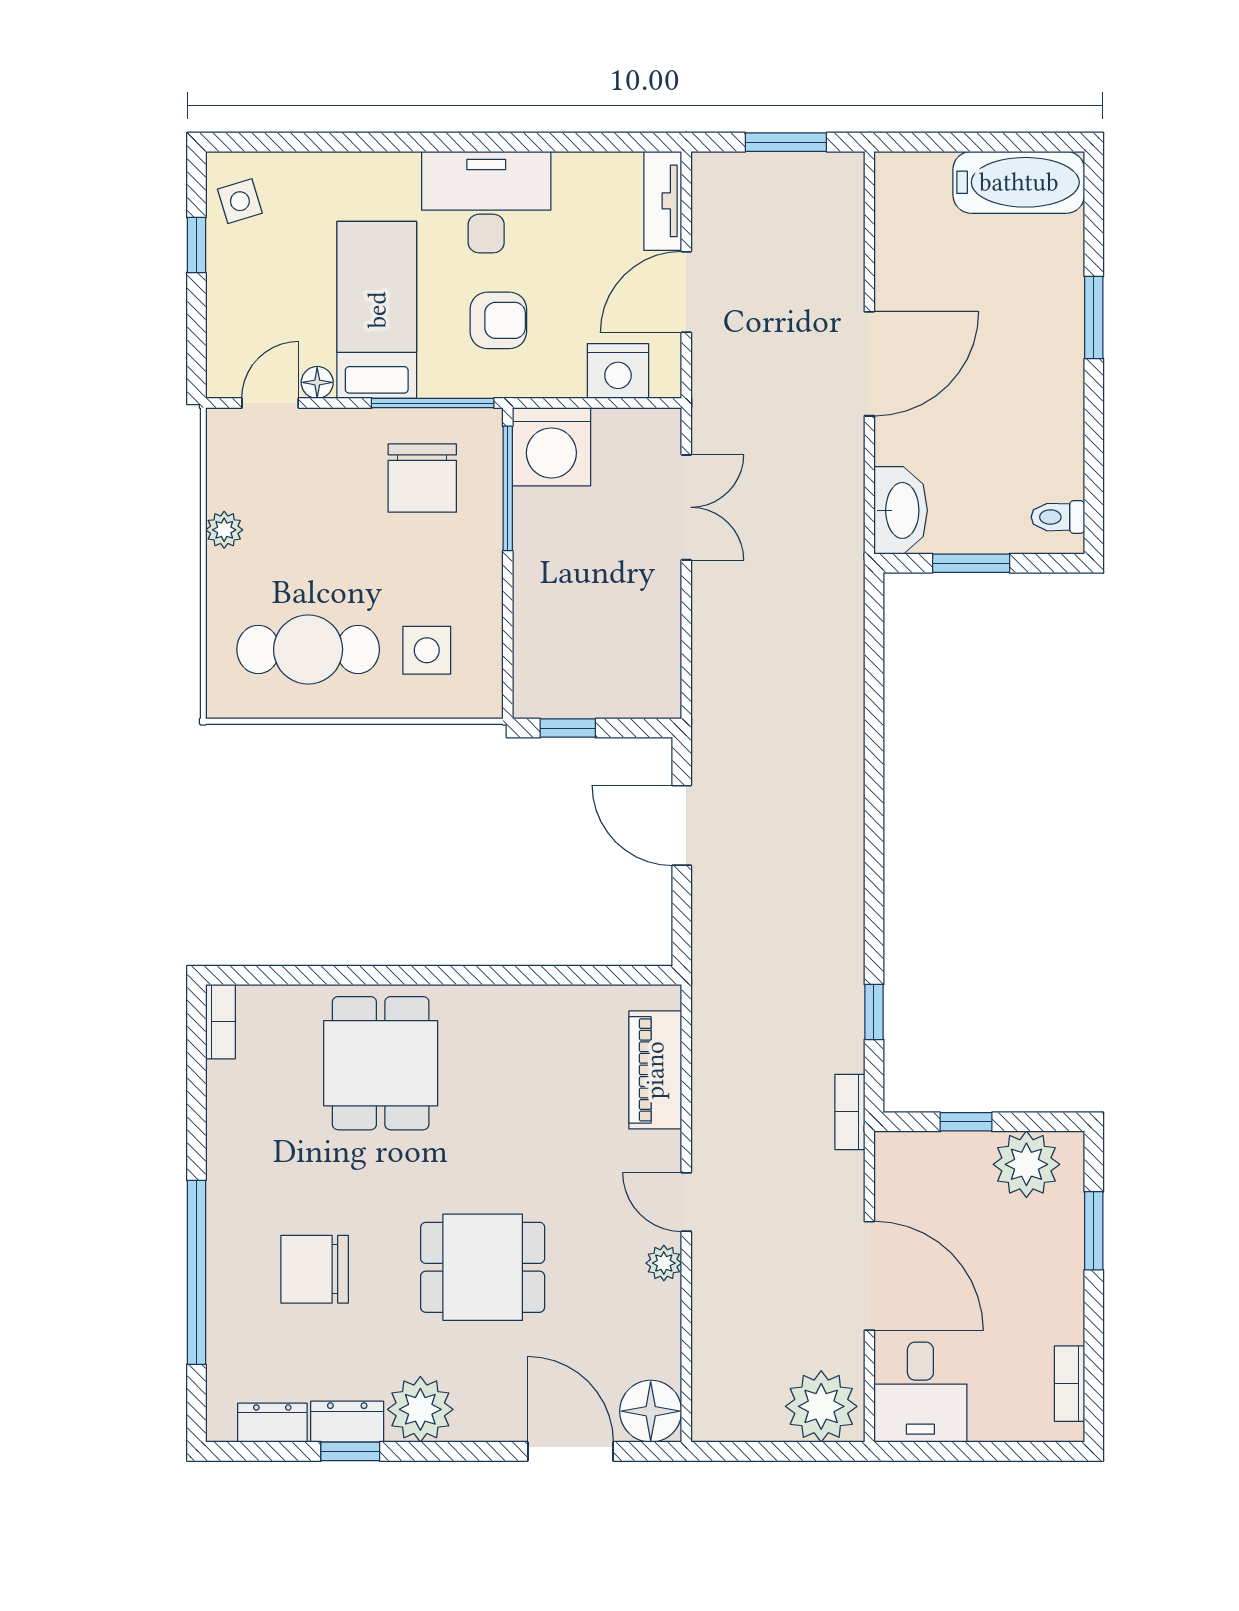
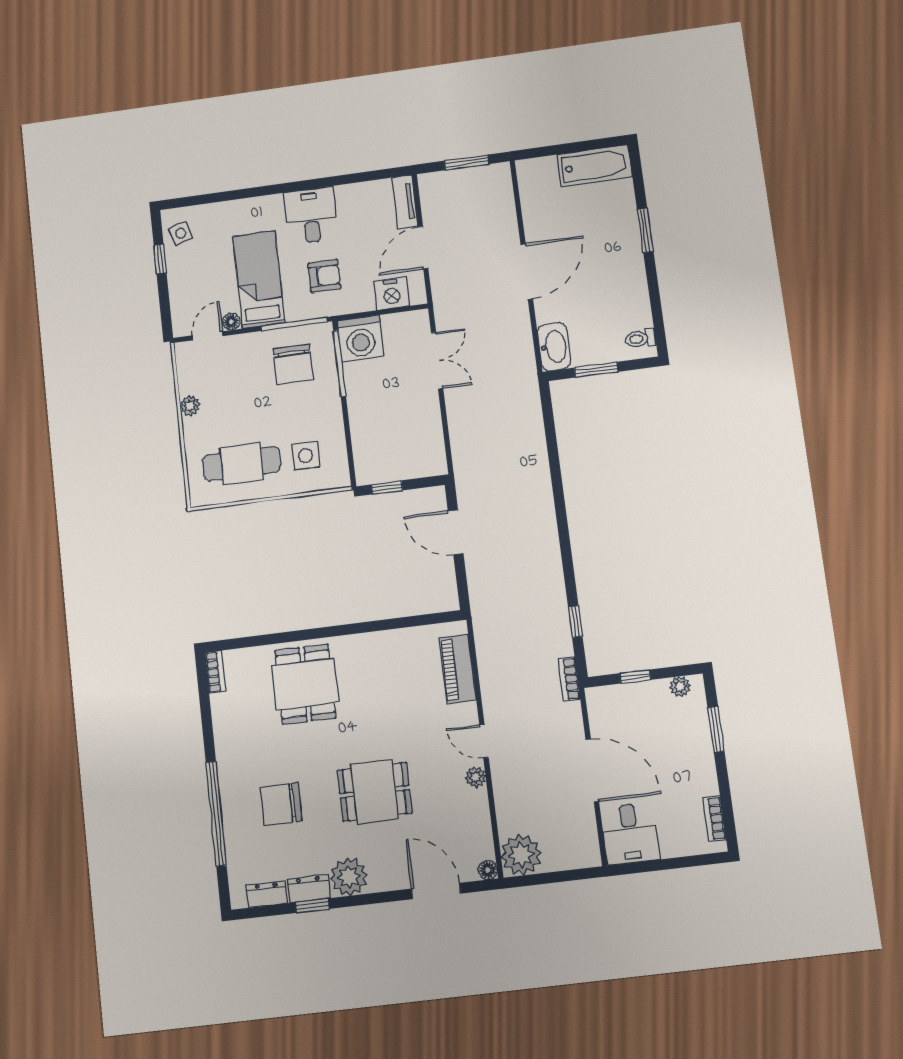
desk: (486, 202) -> (311, 216), width x0.73
plant: (1026, 1164) -> (680, 686), width x0.53, depth x0.53
plant: (821, 1406) -> (521, 855), moved
floor lamp: (651, 1411) -> (488, 870), width x0.53, depth x0.53

